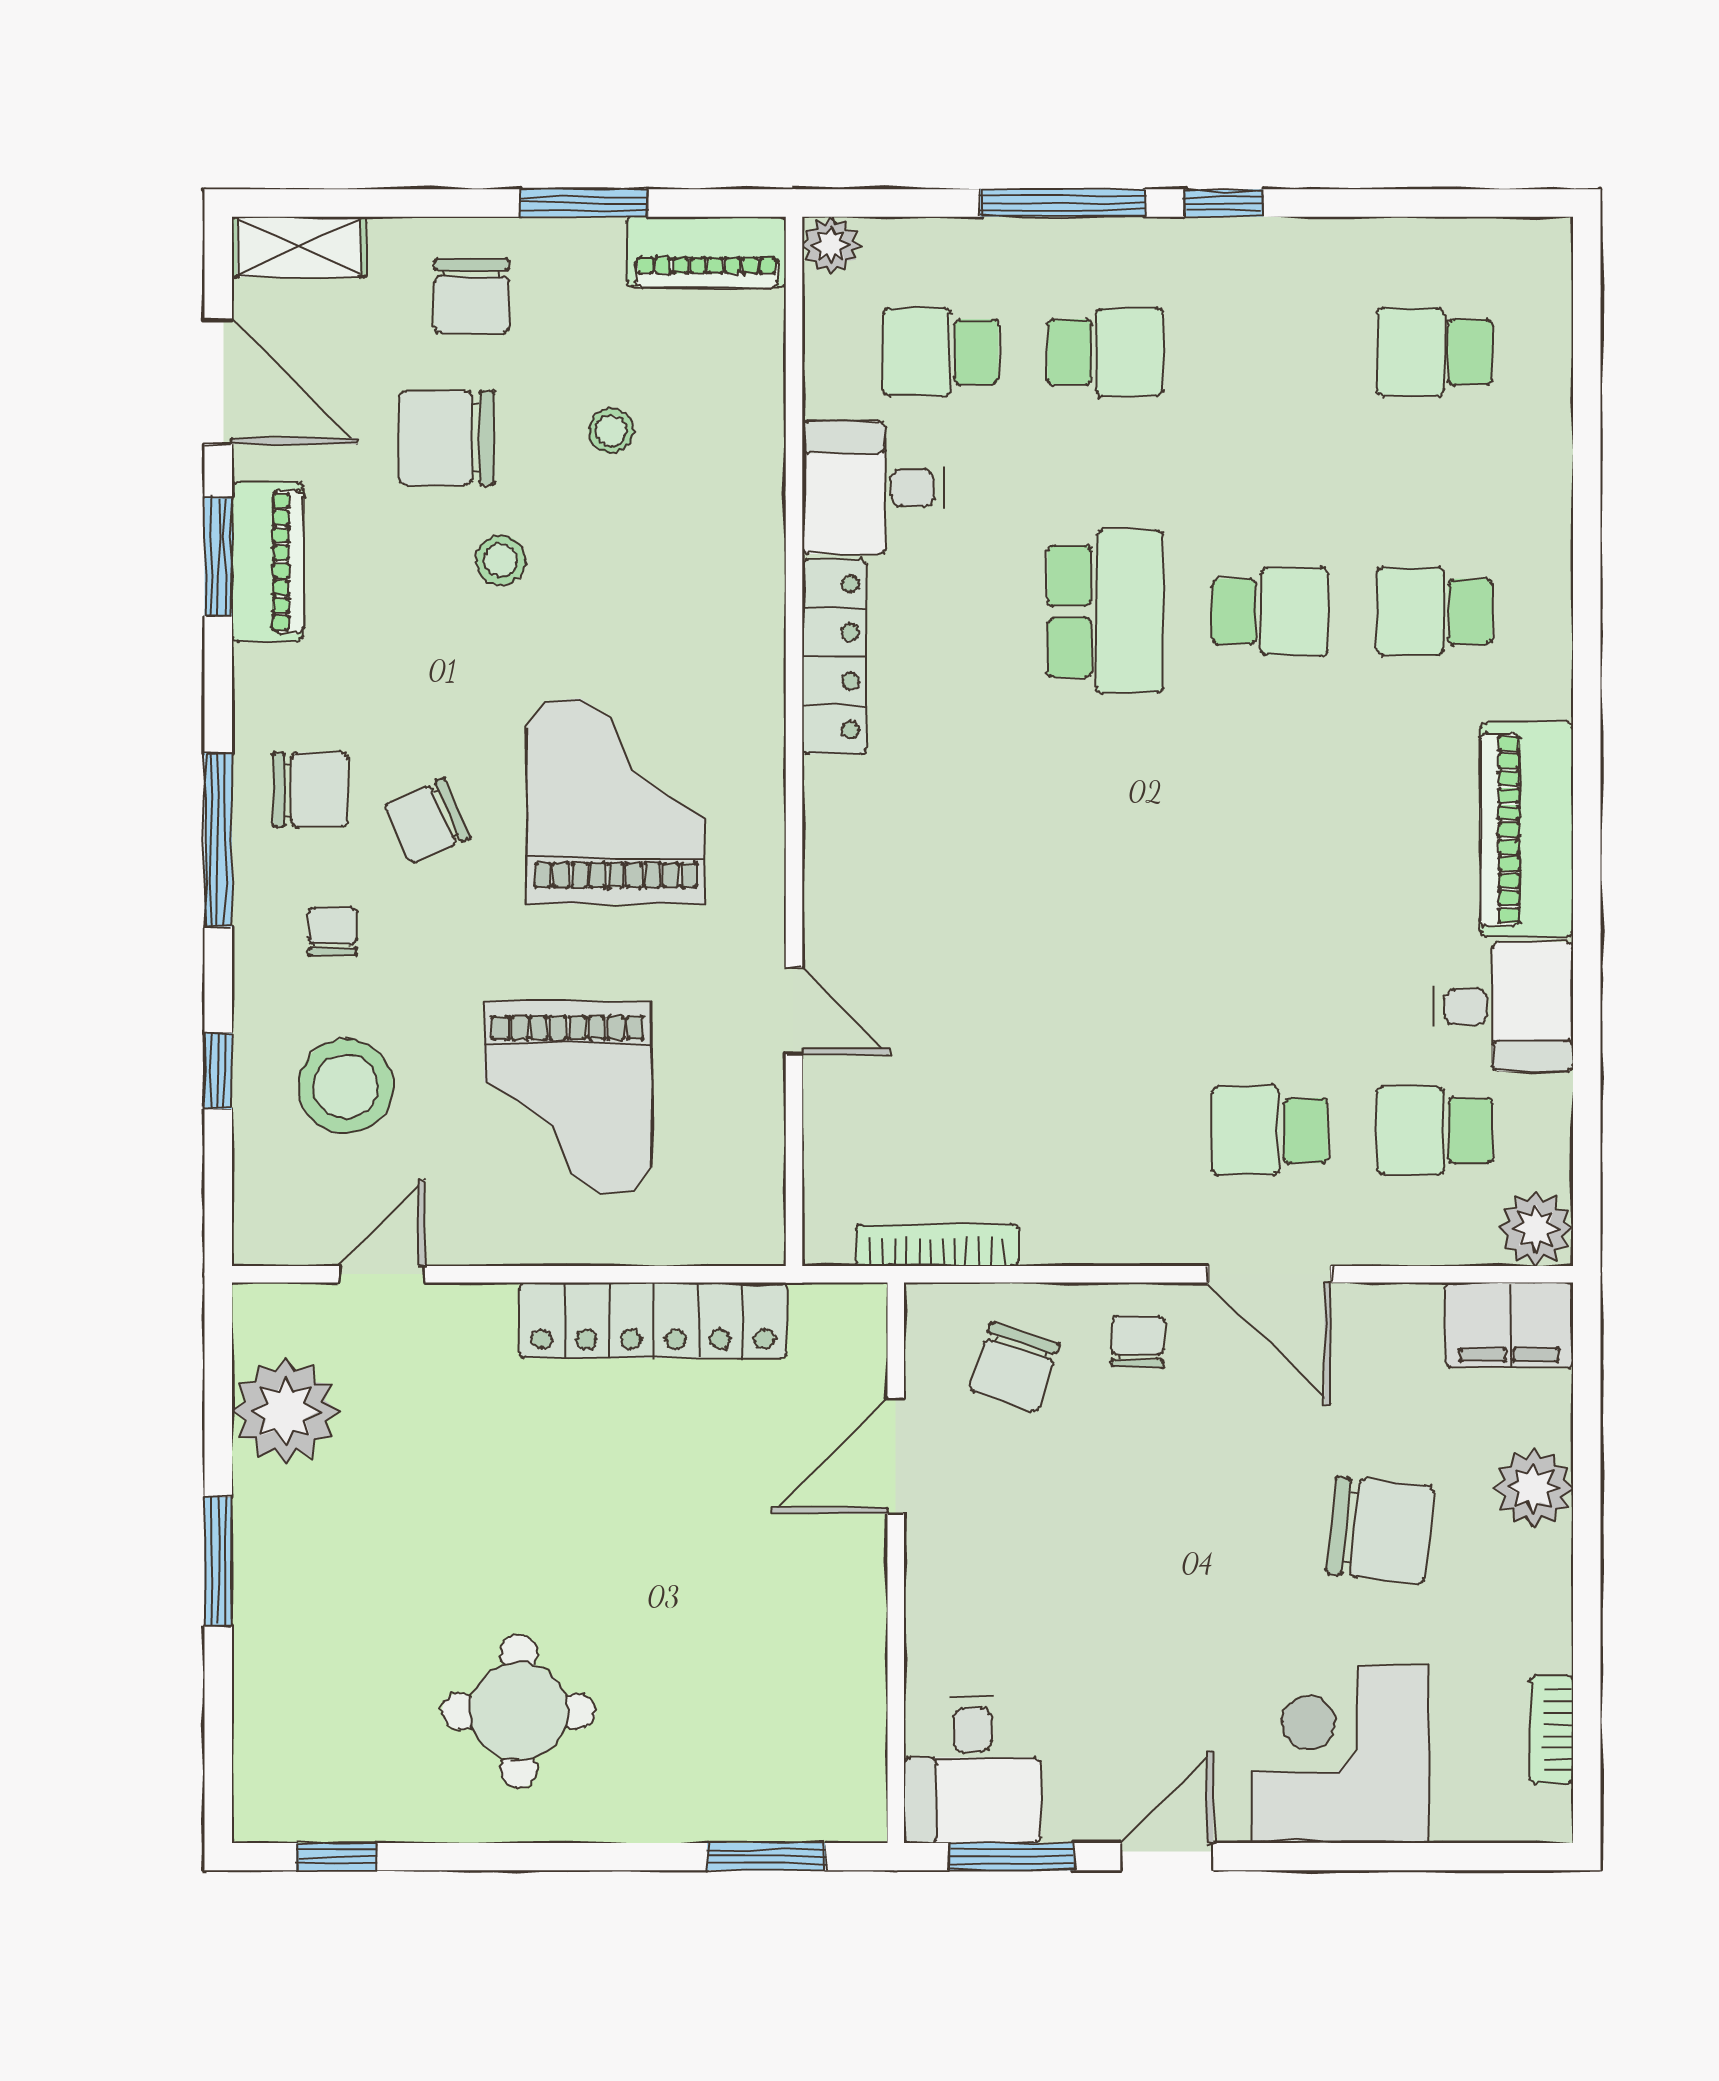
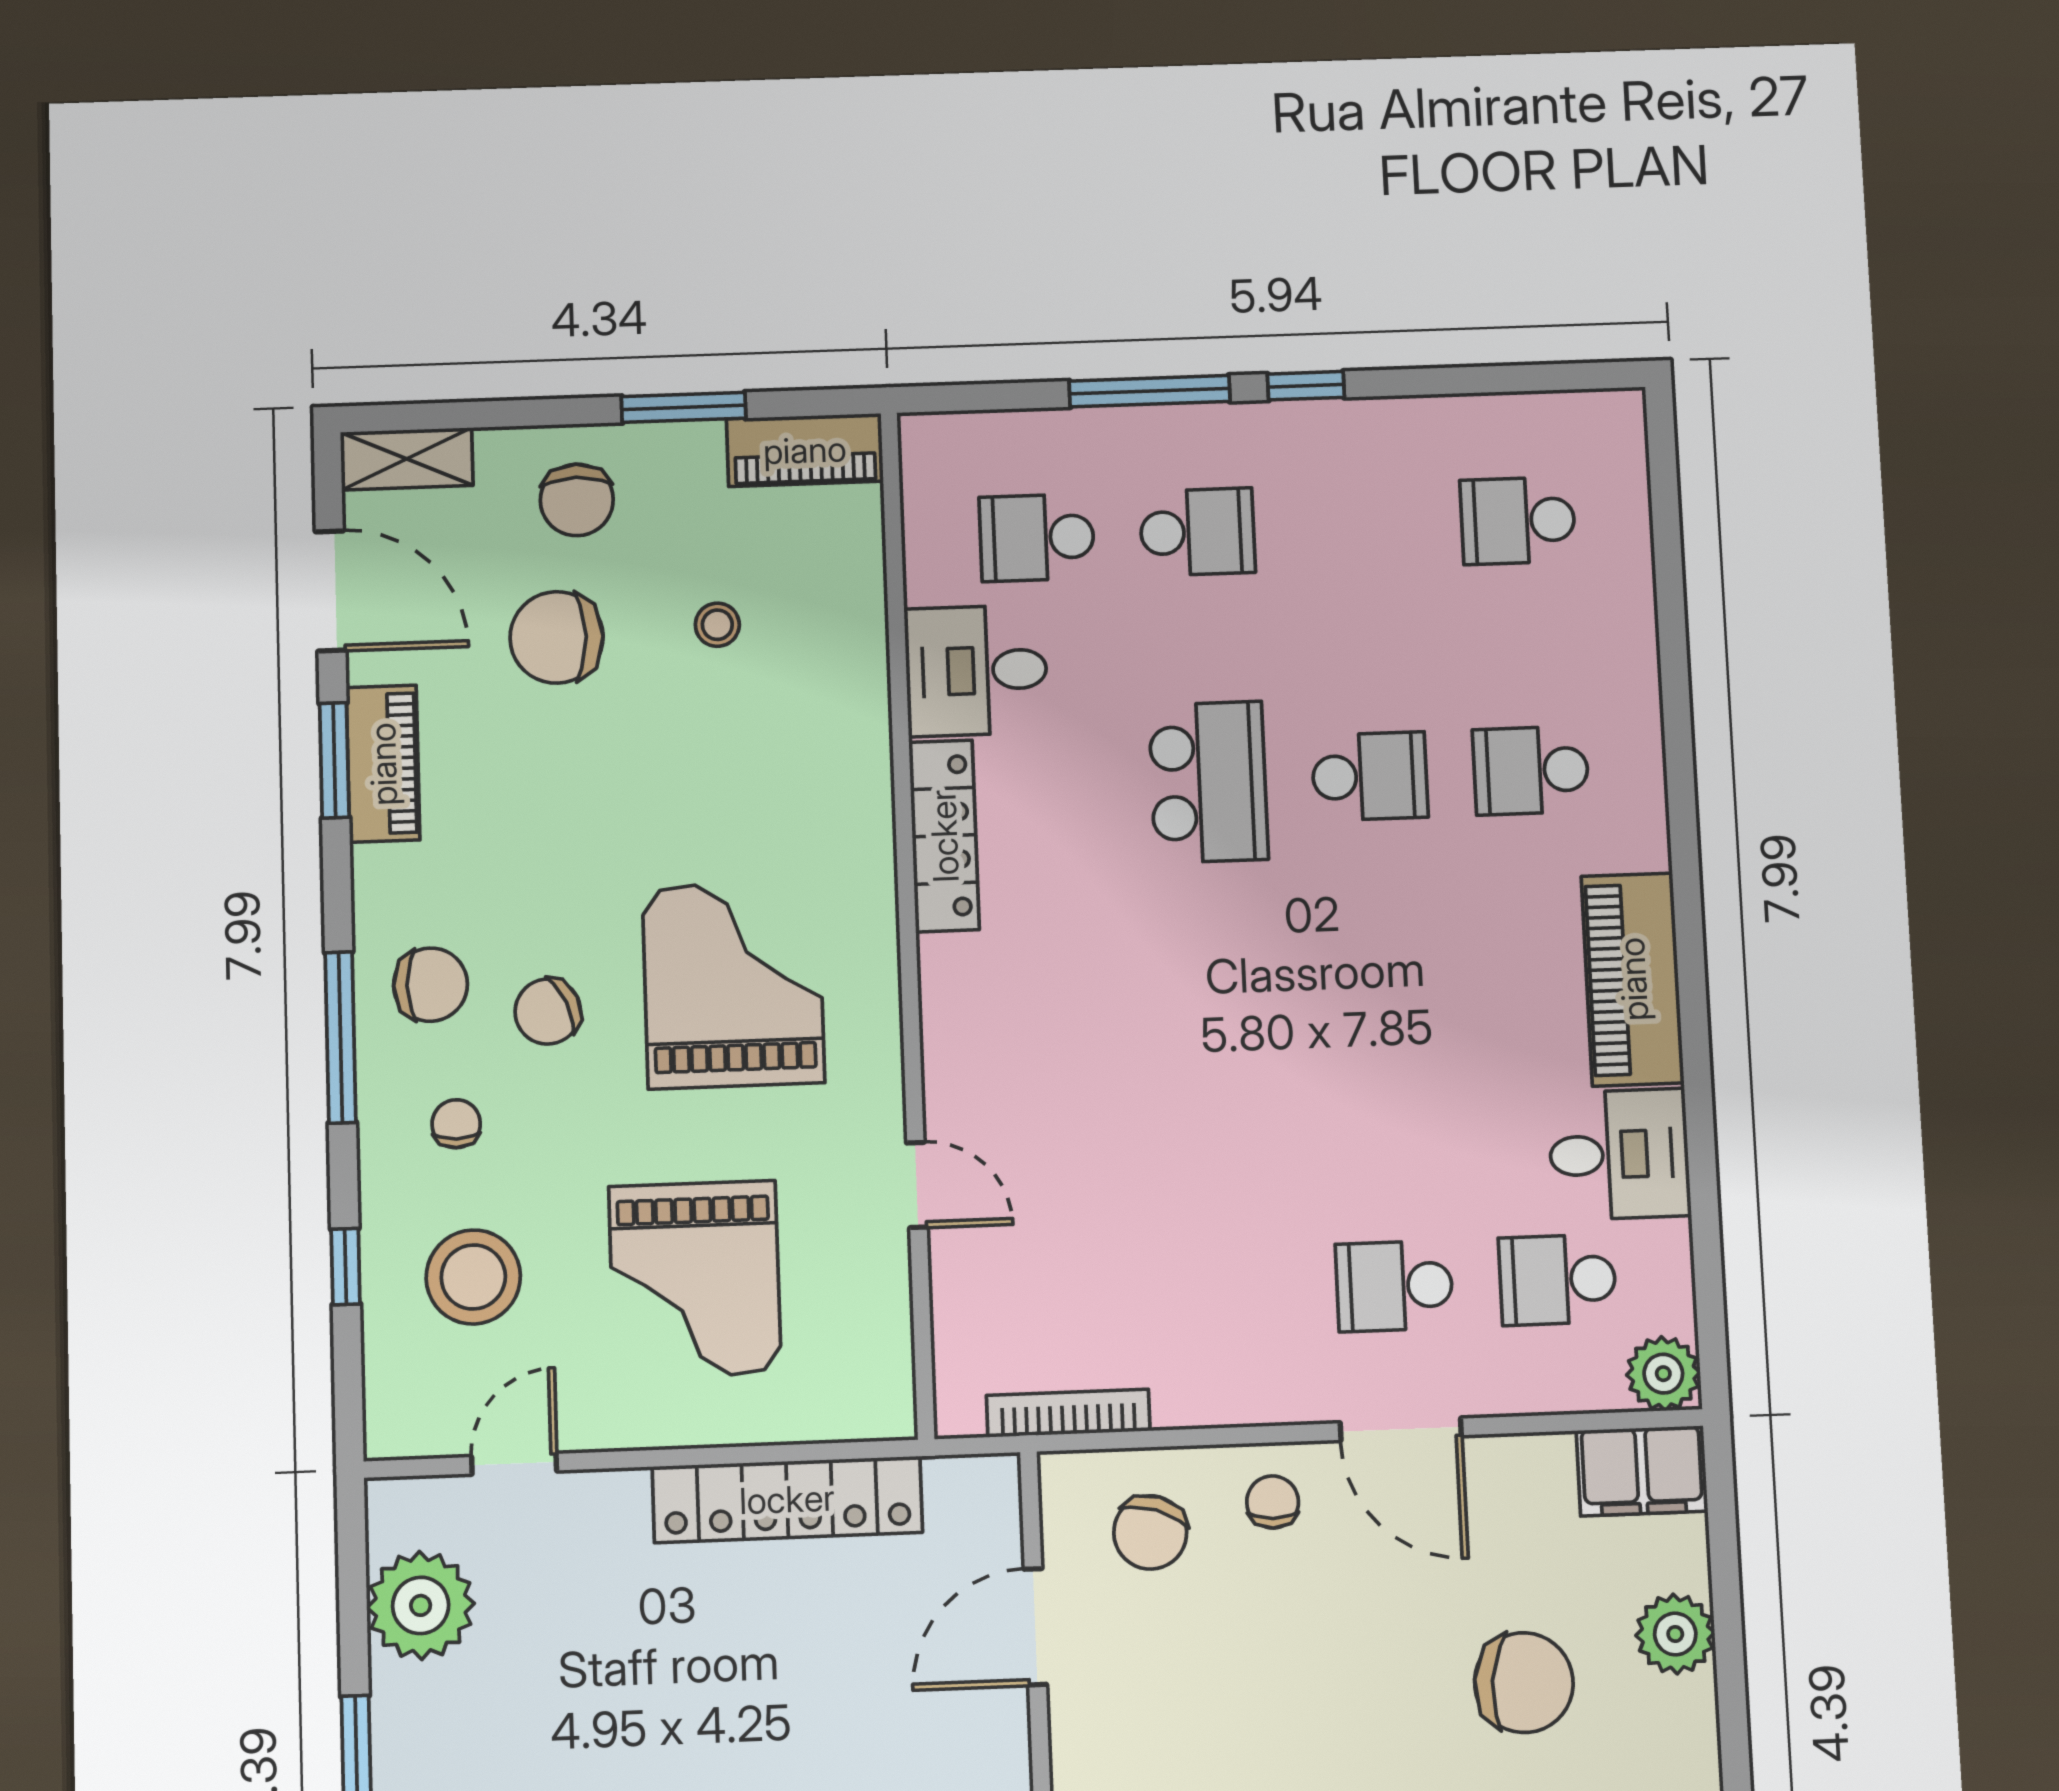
plant: (831, 245) -> (926, 439), removed
stool: (501, 560) -> (613, 754), removed

